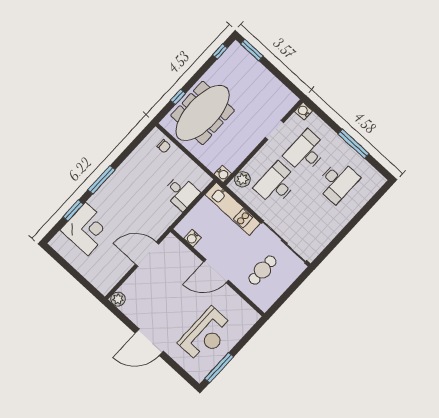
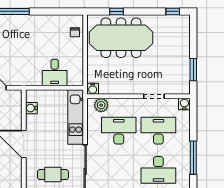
window: (252, 50) -> (193, 70), moved

